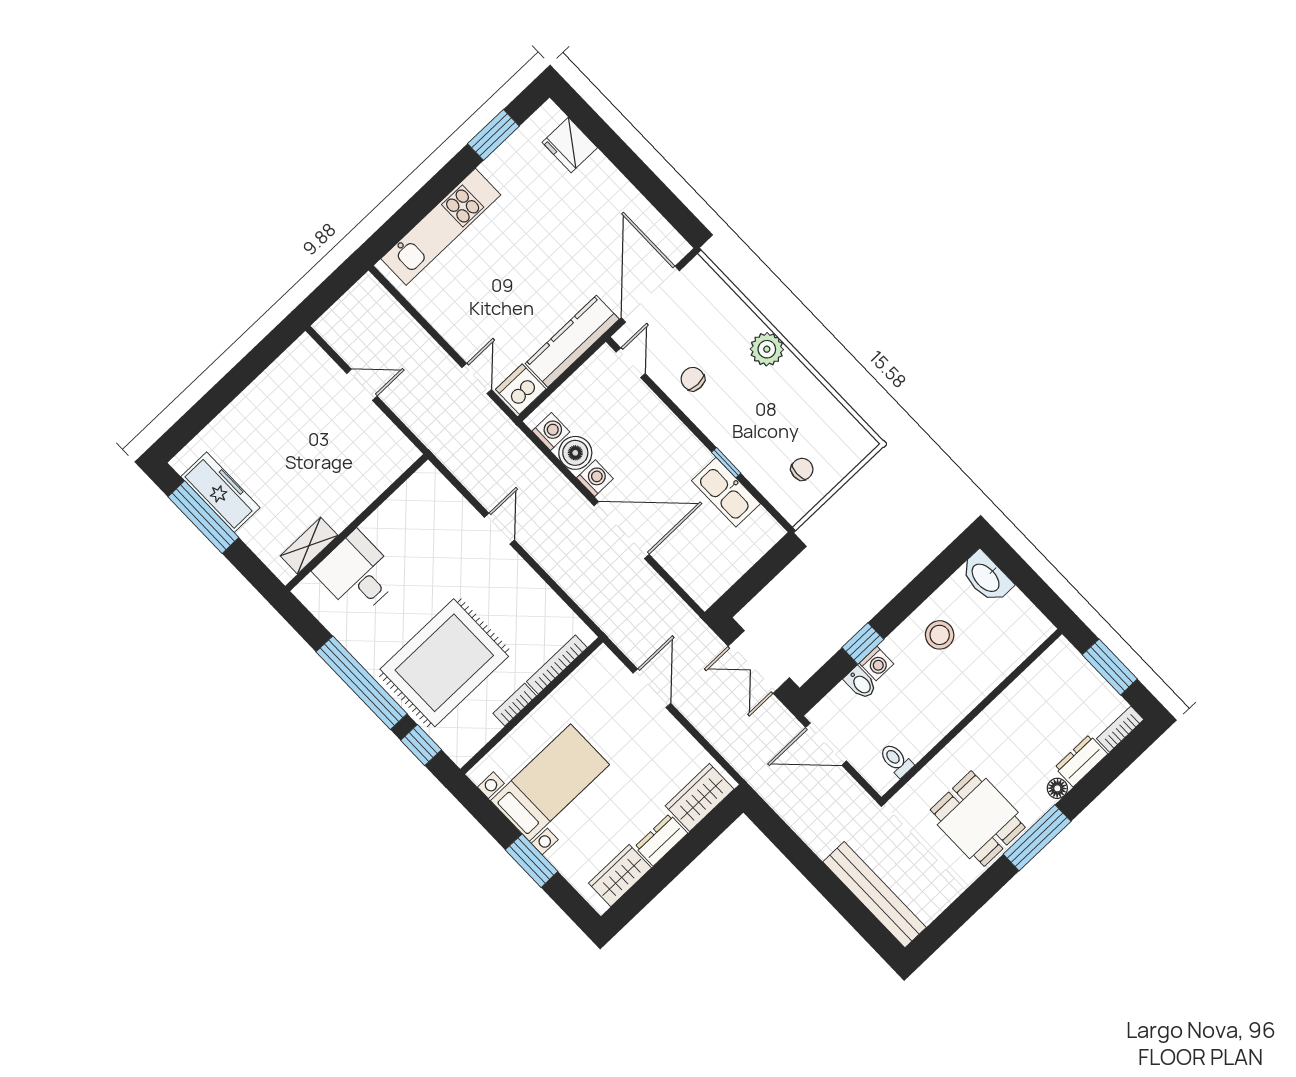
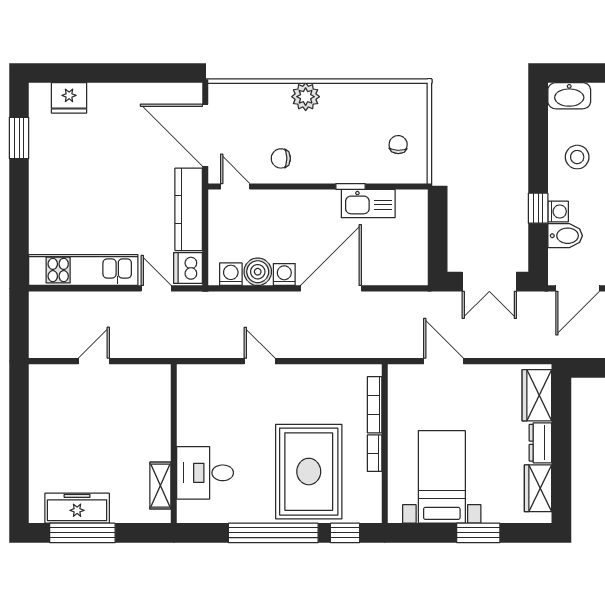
kitchen unit: (441, 227) -> (83, 270), moved, turned -90
bidet: (861, 683) -> (565, 236), width x1.38, depth x1.36

